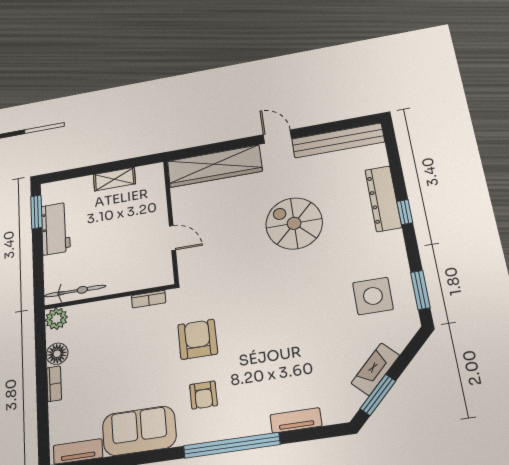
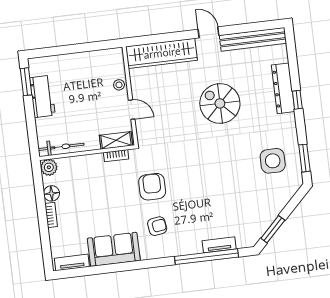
shelving: (114, 179) -> (116, 140), moved
stool: (157, 208) -> (119, 85), added
fireplace: (375, 369) -> (272, 212), removed
armchair: (203, 395) -> (157, 226), turned -98
window: (232, 445) -> (207, 257), moved

